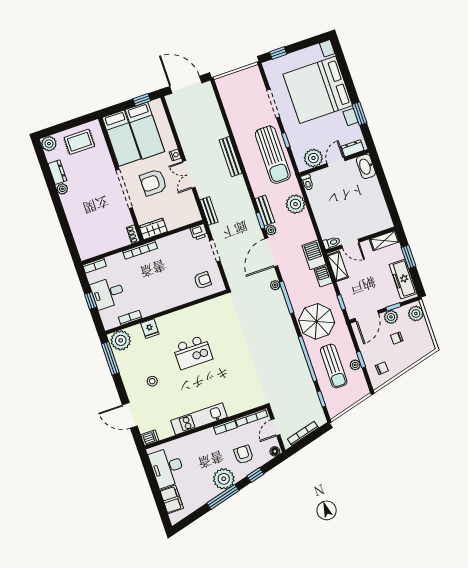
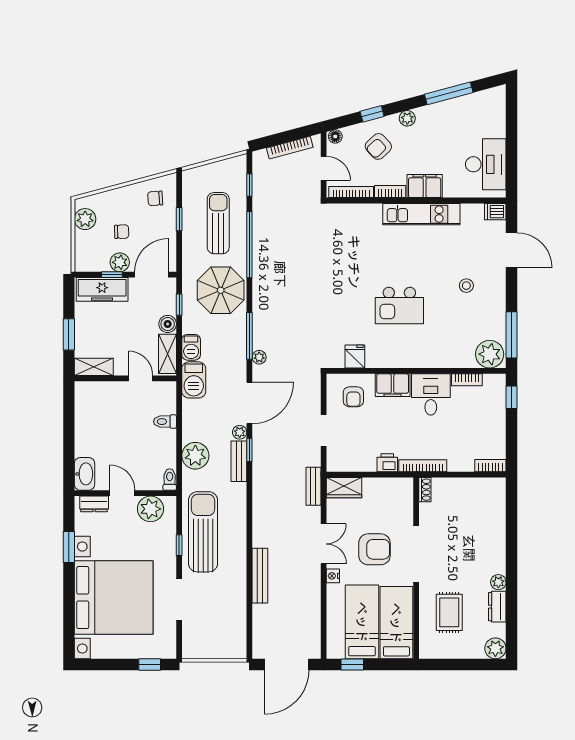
door: (186, 85) -> (287, 664), hinge flipped
rug: (79, 142) -> (449, 612), moved, turned 90
bench: (231, 157) -> (260, 576), moved
door: (336, 162) -> (122, 493), swing flipped
wardrobe: (153, 229) -> (344, 488), moved
printer: (199, 232) -> (387, 463), moved
toilet: (331, 243) -> (165, 422), moved
freezer: (403, 279) -> (102, 289), moved, turned 90
armchair: (203, 280) -> (353, 397), turned -90
boiler: (345, 286) -> (168, 324), added
desk: (108, 293) -> (431, 394), moved, turned -90
filing cabinet: (179, 297) -> (393, 385), added
window: (91, 301) -> (512, 397), moved
plant: (416, 313) -> (85, 219), moved
fridge: (150, 329) -> (355, 357), moved
kitchen island: (193, 352) -> (399, 306), turned 180
plant: (355, 365) -> (189, 215), removed
door: (275, 427) -> (324, 168), hinge flipped
armchair: (244, 455) -> (378, 146), turned 47
plant: (224, 479) -> (407, 118), width x0.53, depth x0.53
window: (223, 497) -> (449, 93), moved
filing cabinet: (172, 499) -> (425, 186), moved, turned 90

